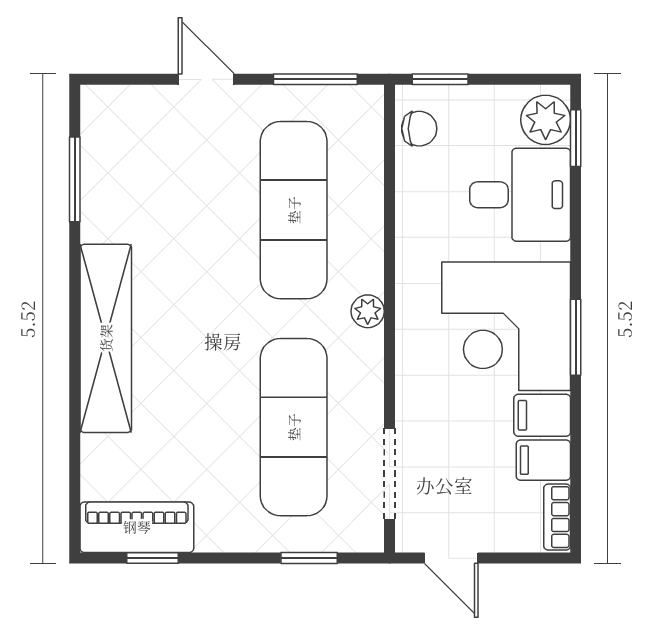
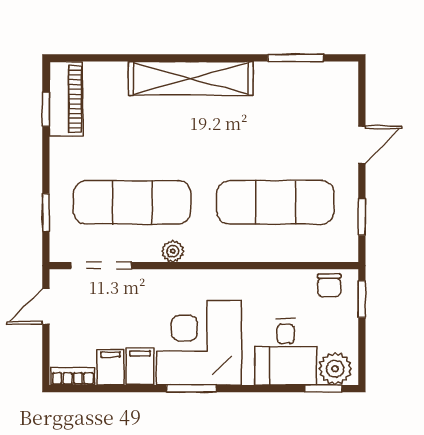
window: (315, 79) -> (362, 217), width x0.67
plant: (368, 311) -> (173, 251), moved

